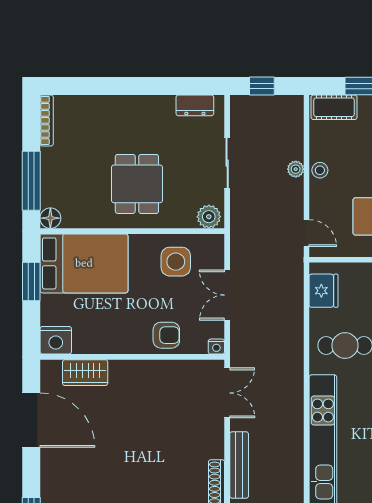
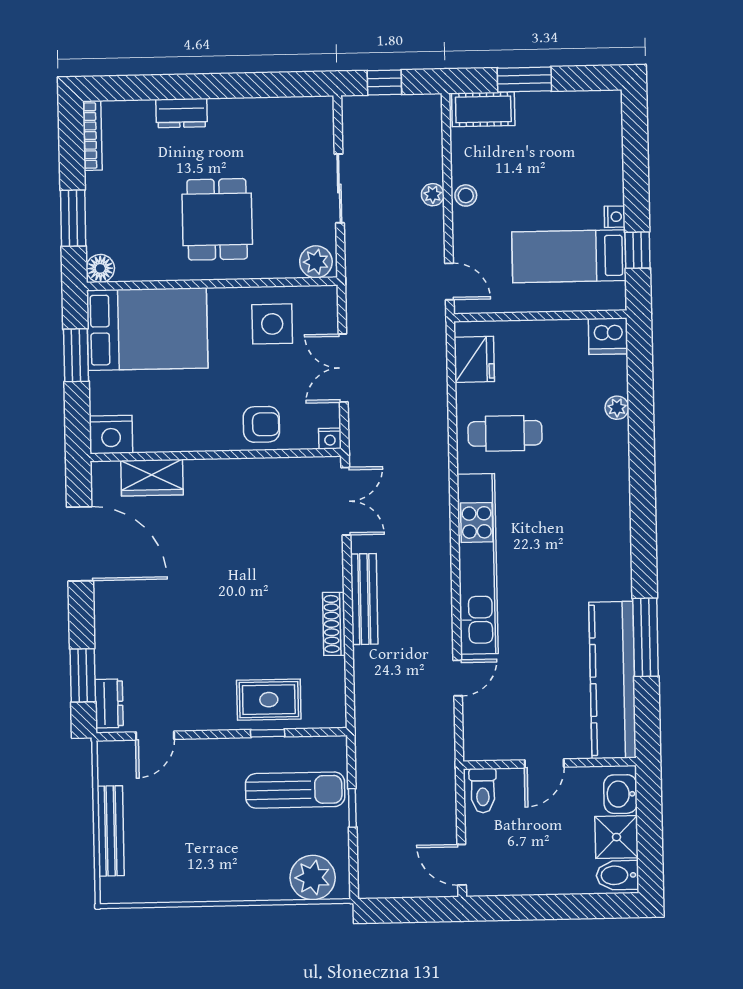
dresser: (195, 105) -> (182, 113), moved
window: (31, 181) -> (73, 218), width x0.69

